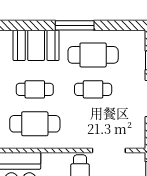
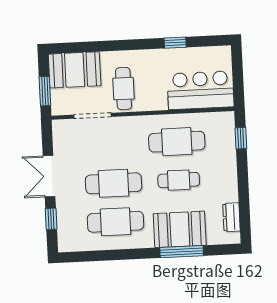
window: (75, 25) -> (182, 252), moved
cafe table: (93, 89) -> (114, 183), width x1.37, depth x1.35

